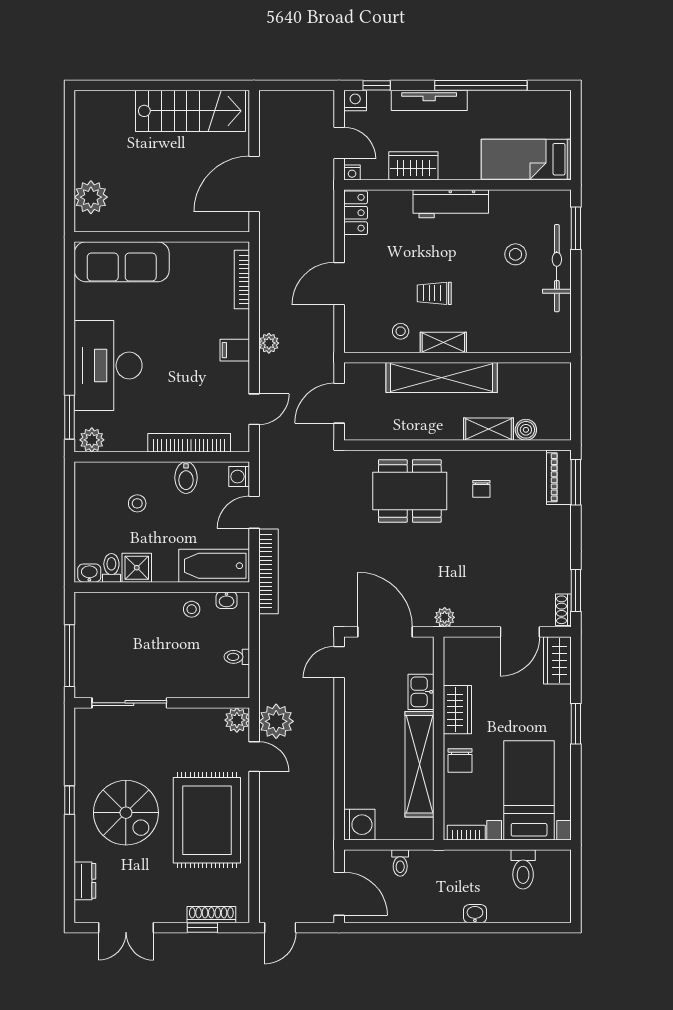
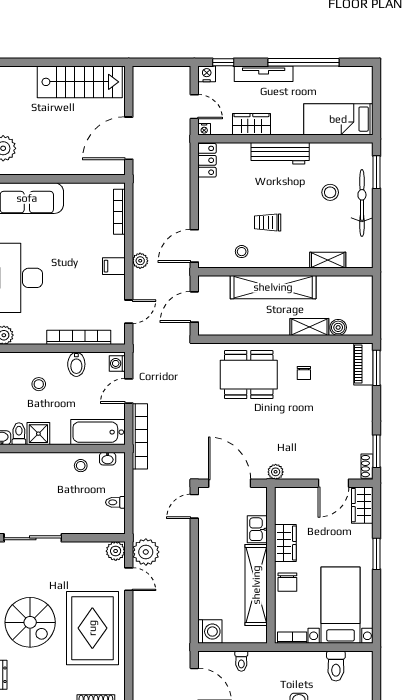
door: (339, 284) -> (194, 246), moved
shelving: (443, 342) -> (328, 260), moved

